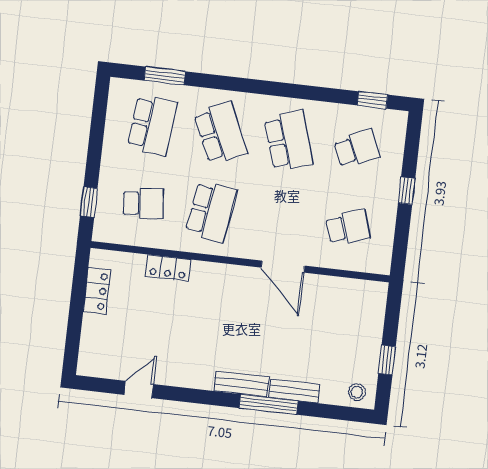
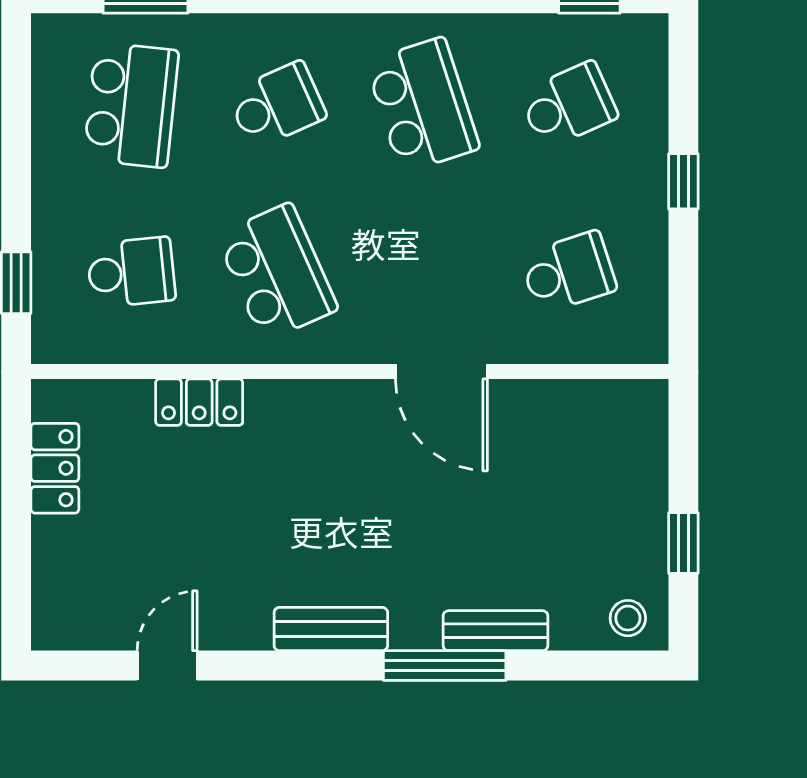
school desk: (220, 133) -> (277, 105), width x0.54
school desk: (211, 211) -> (277, 272), turned -33
bench: (241, 384) -> (331, 629), moved

